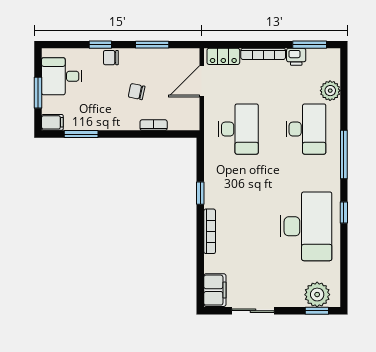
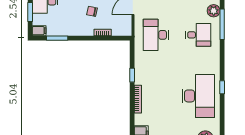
desk: (238, 129) -> (156, 35), turned 180
desk: (306, 129) -> (198, 35), width x0.73
window: (344, 154) -> (222, 24), moved

